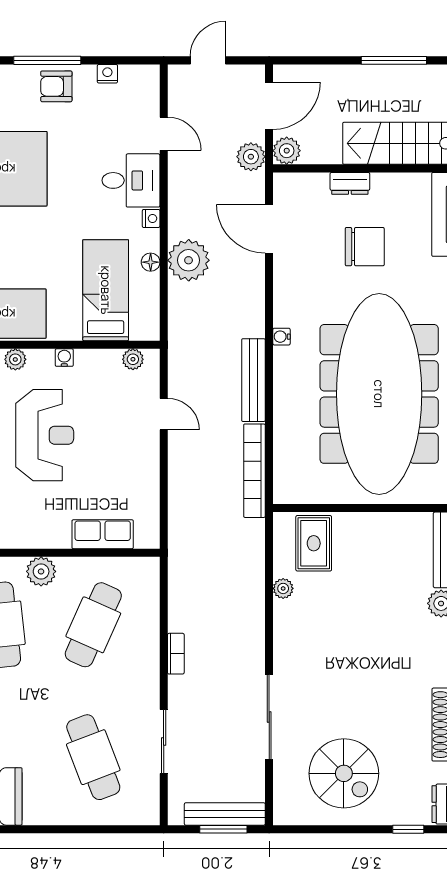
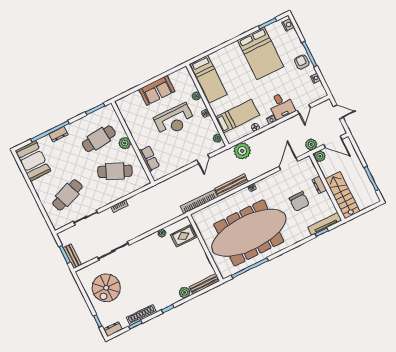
plant: (189, 260) -> (242, 151), moved
bench: (225, 814) -> (72, 256), width x0.73

